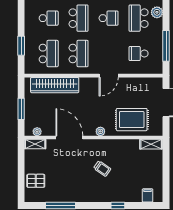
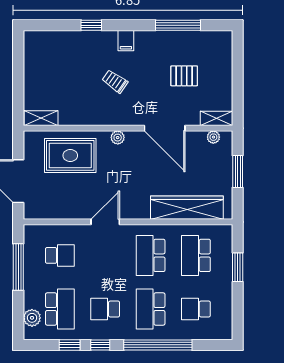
pallet: (36, 181) -> (184, 76), moved
filing cabinet: (148, 195) -> (126, 41), moved

